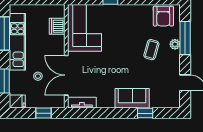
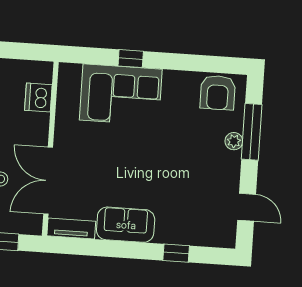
corner sofa: (85, 28) -> (121, 95), moved, turned 90
coffee table: (151, 50) -> (194, 147), removed
sofa: (132, 98) -> (126, 225), moved

